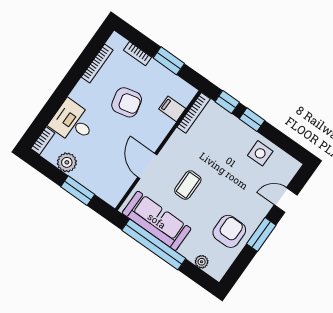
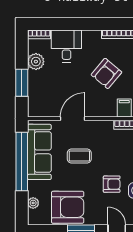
armchair: (127, 102) -> (106, 73), turned 53
armchair: (237, 173) -> (112, 184), added
armchair: (229, 231) -> (68, 207), width x1.36, depth x1.36

